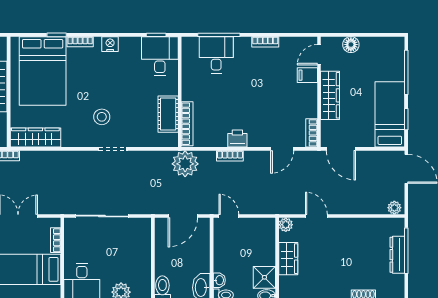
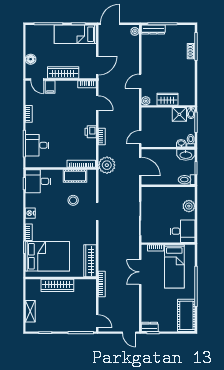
stool: (102, 117) -> (73, 200), moved
dresser: (397, 255) -> (153, 30), moved

